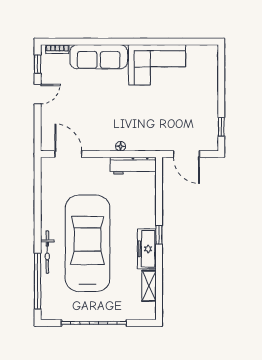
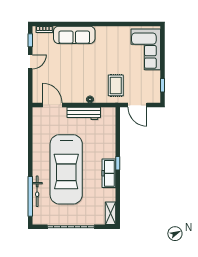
corner sofa: (157, 65) -> (146, 49), moved, turned 90
rug: (156, 127) -> (116, 85), added
workbench: (133, 166) -> (84, 113), moved
car: (88, 243) -> (66, 169), turned 180
bicycle: (47, 252) -> (37, 191), moved
shelving: (149, 286) -> (110, 213), moved

